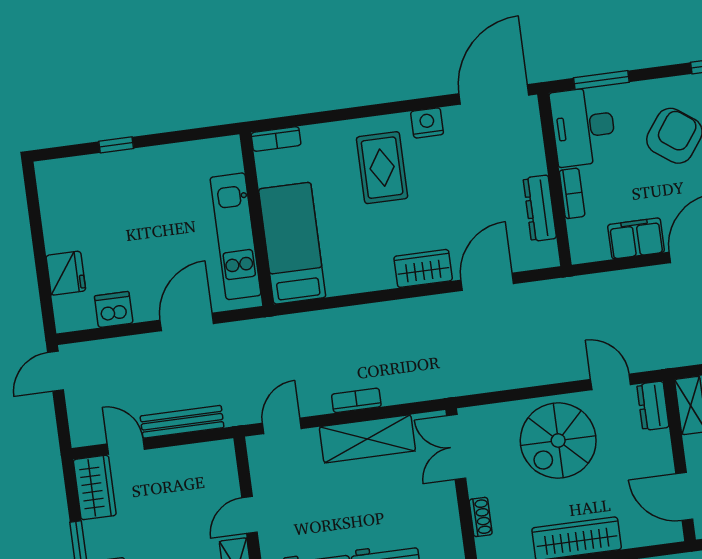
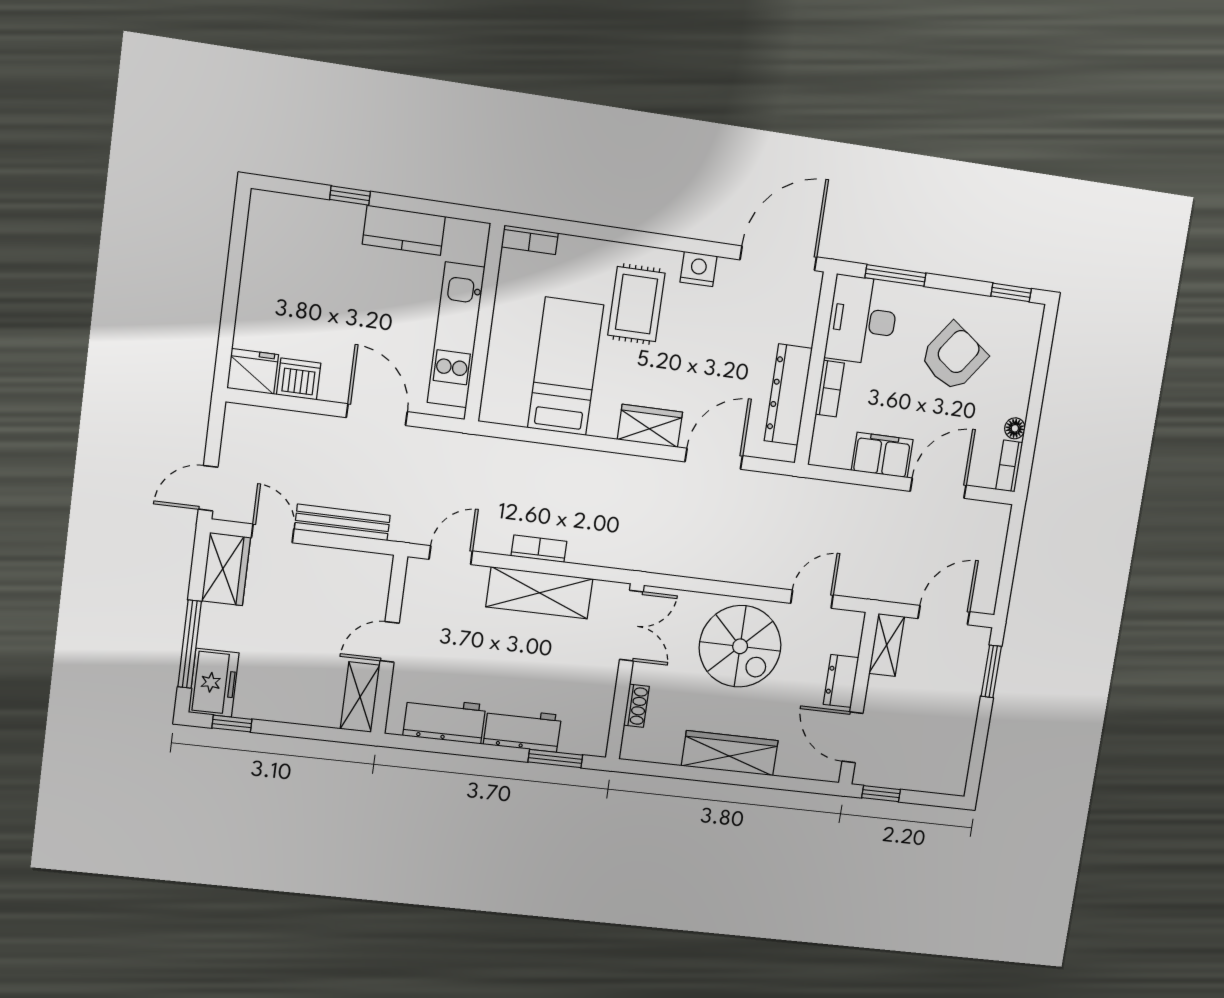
kitchen counter: (168, 161) -> (404, 230), added
dresser: (540, 208) -> (788, 395), width x1.37, depth x1.24
bed: (292, 243) -> (566, 366), moved
fridge: (66, 273) -> (253, 371), moved, turned -90
door: (187, 322) -> (377, 415), hinge flipped
door: (55, 371) -> (208, 488), moved
door: (611, 382) -> (812, 599), hinge flipped
dresser: (653, 406) -> (841, 681), moved
spiral stairs: (558, 441) -> (740, 646), turned -90
double door: (456, 447) -> (631, 626), swing flipped

